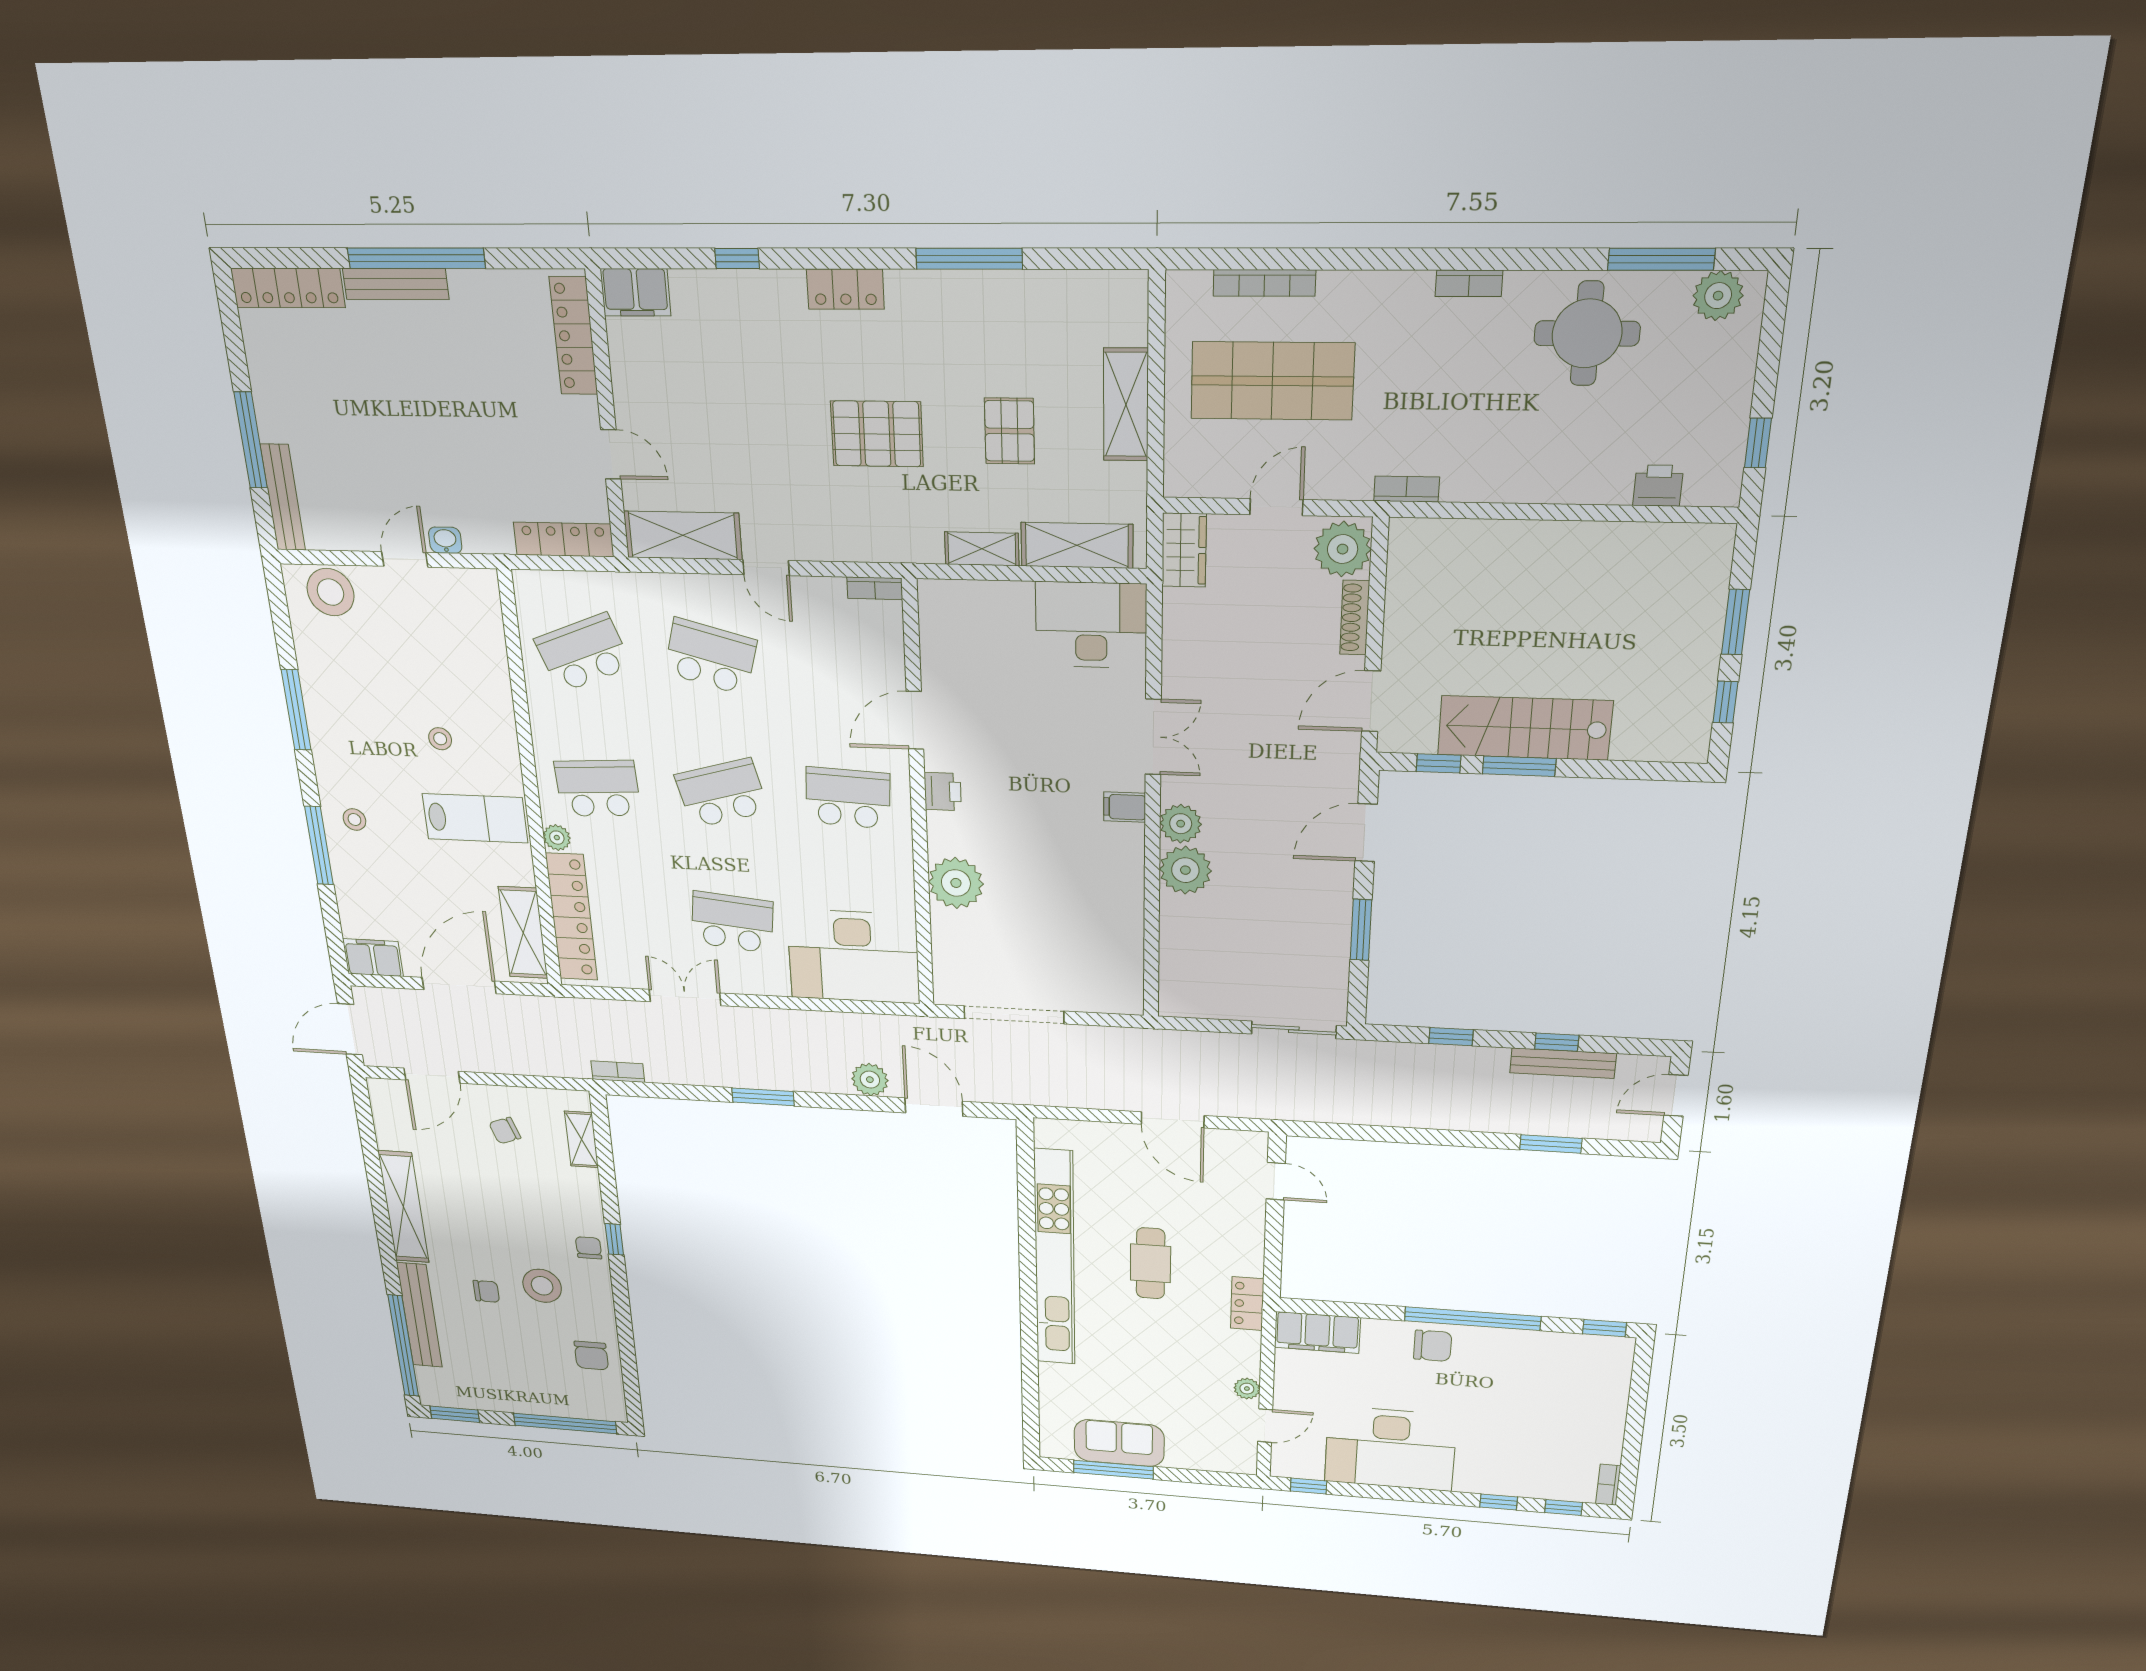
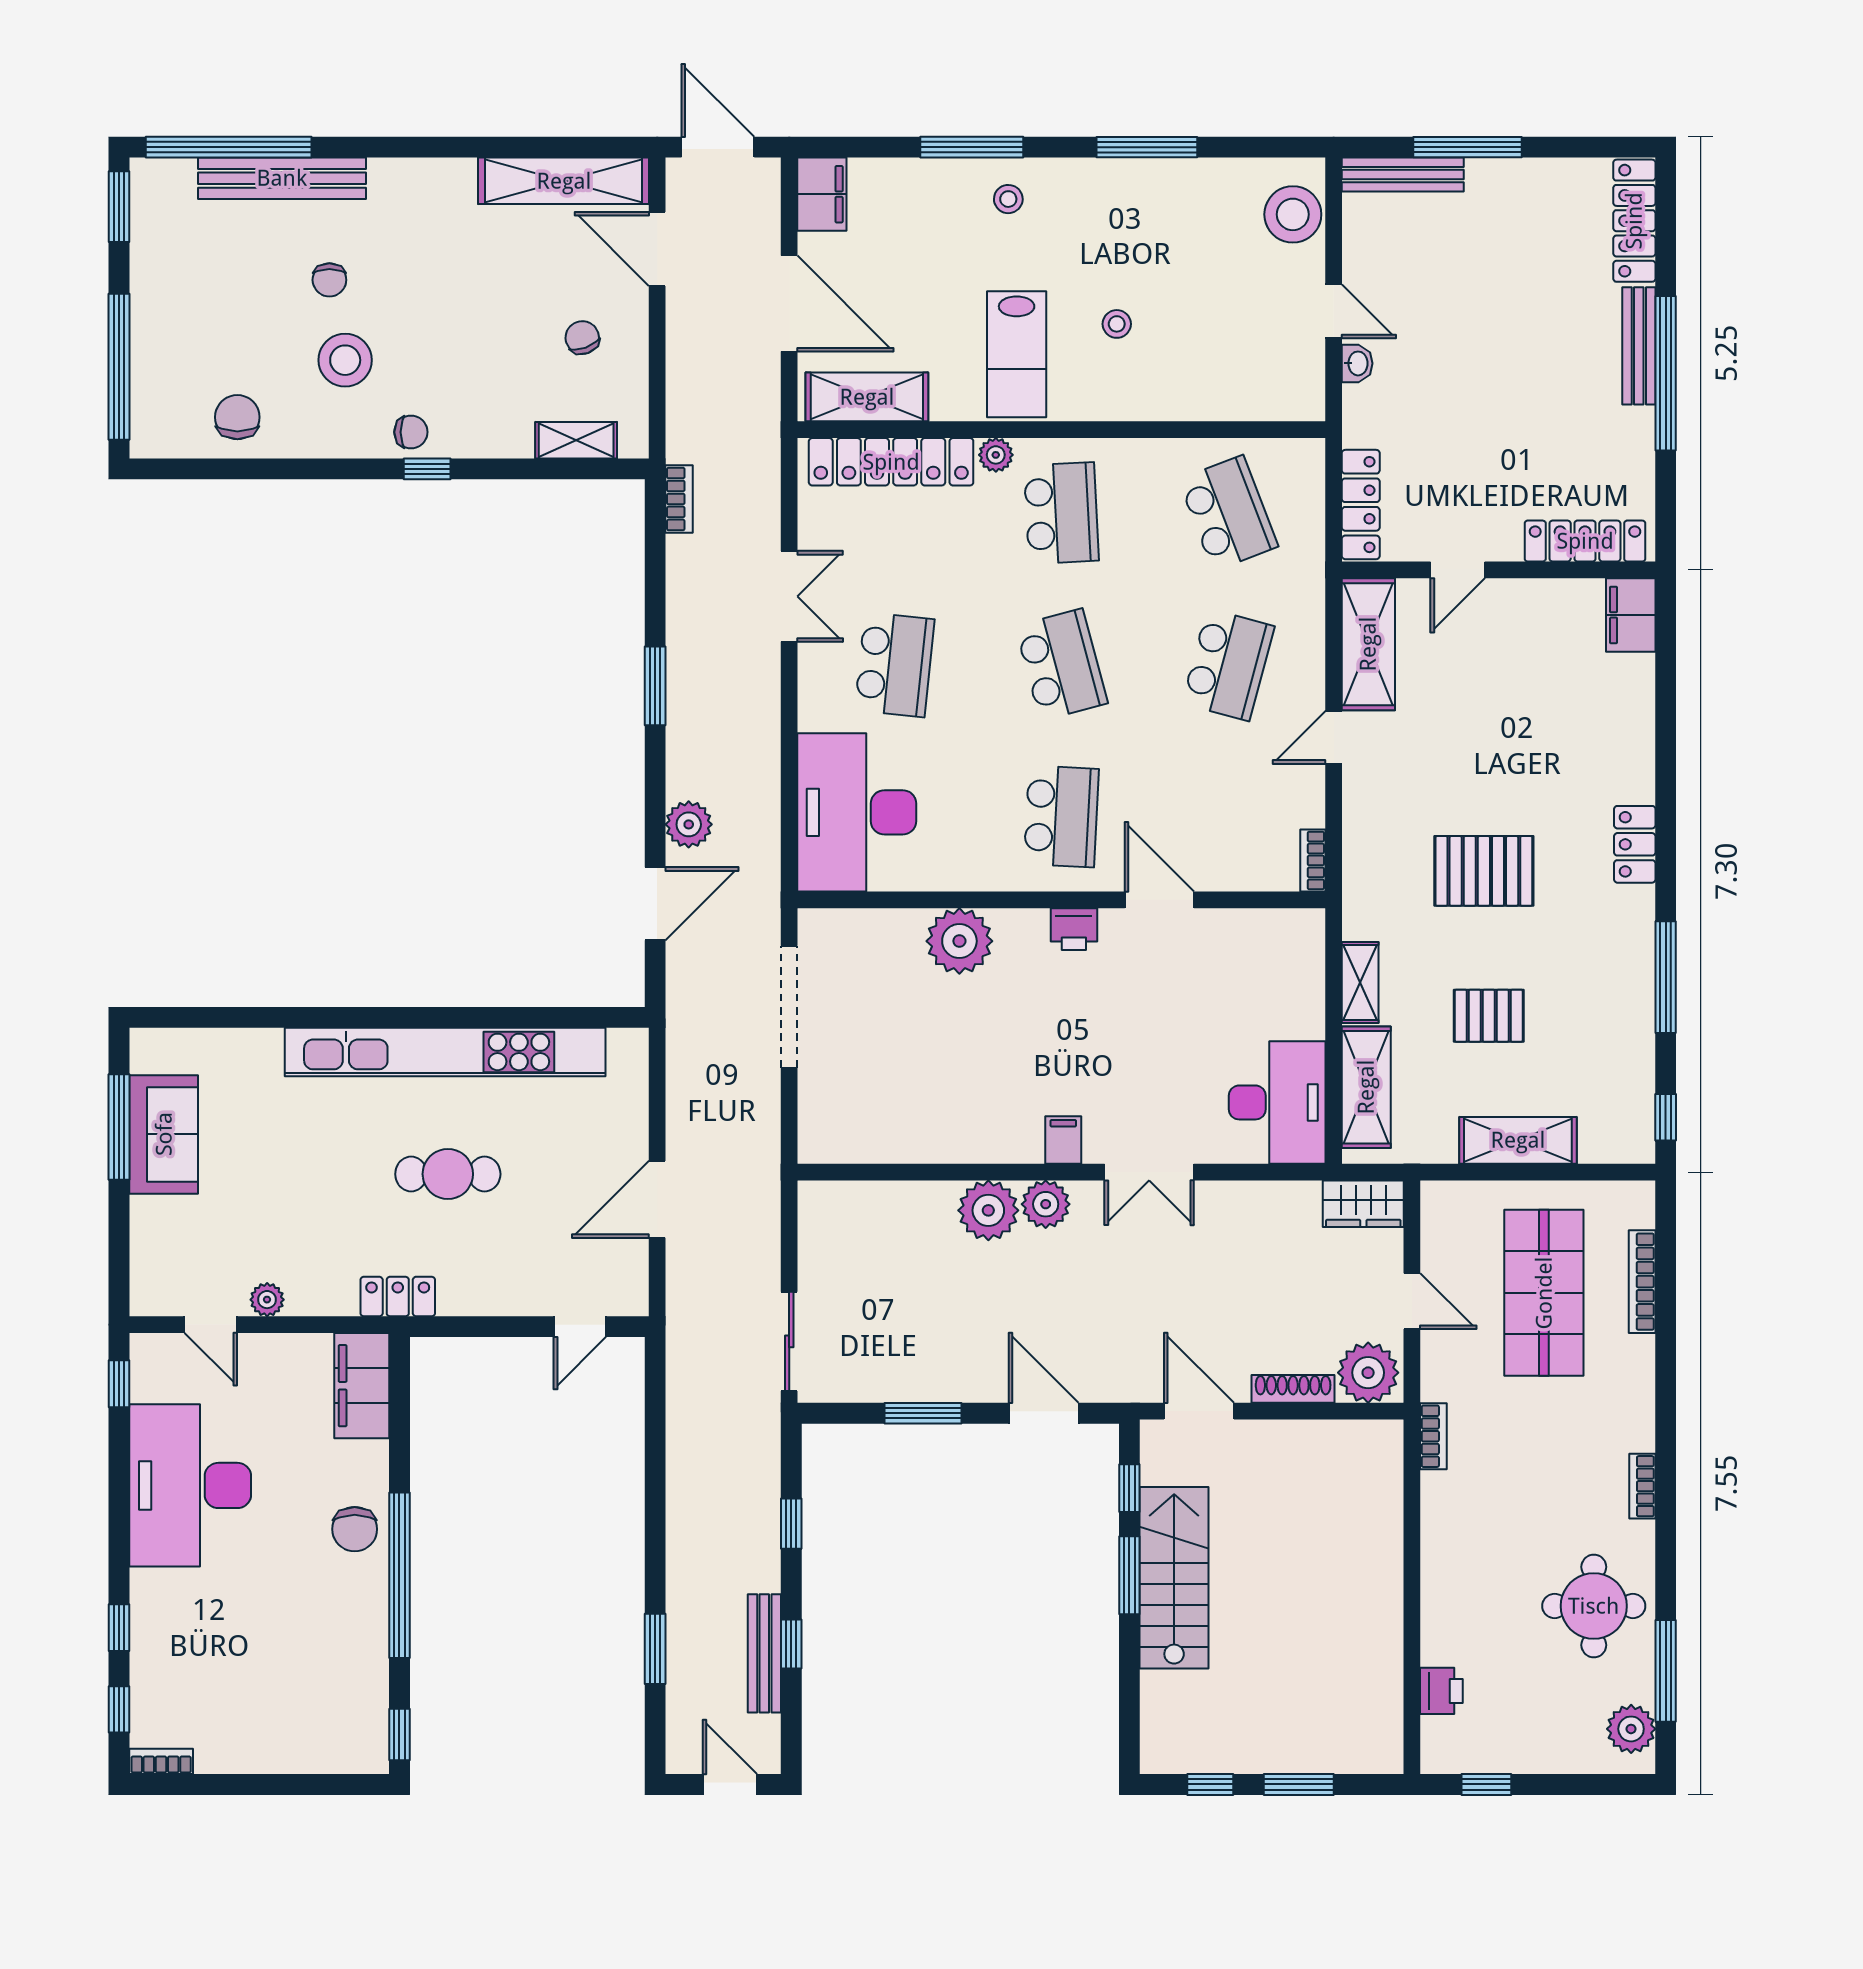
window: (737, 258) -> (1666, 1117), moved
pallet: (877, 434) -> (1484, 871), turned 90
shelving: (404, 1207) -> (564, 181), moved
chair: (591, 1356) -> (237, 417), turned 90

